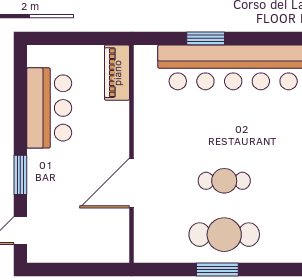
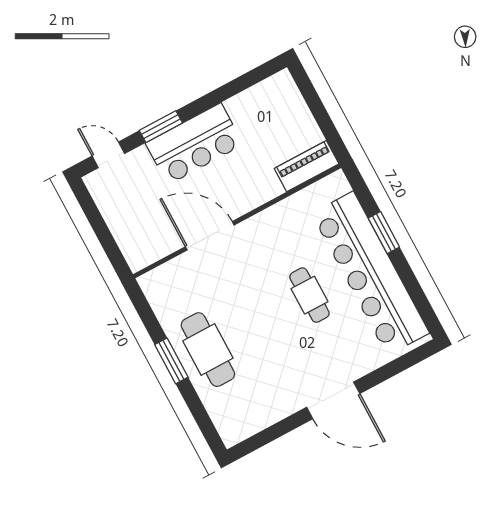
bar counter: (49, 108) -> (194, 144), moved
cafe table: (224, 181) -> (309, 295), moved

